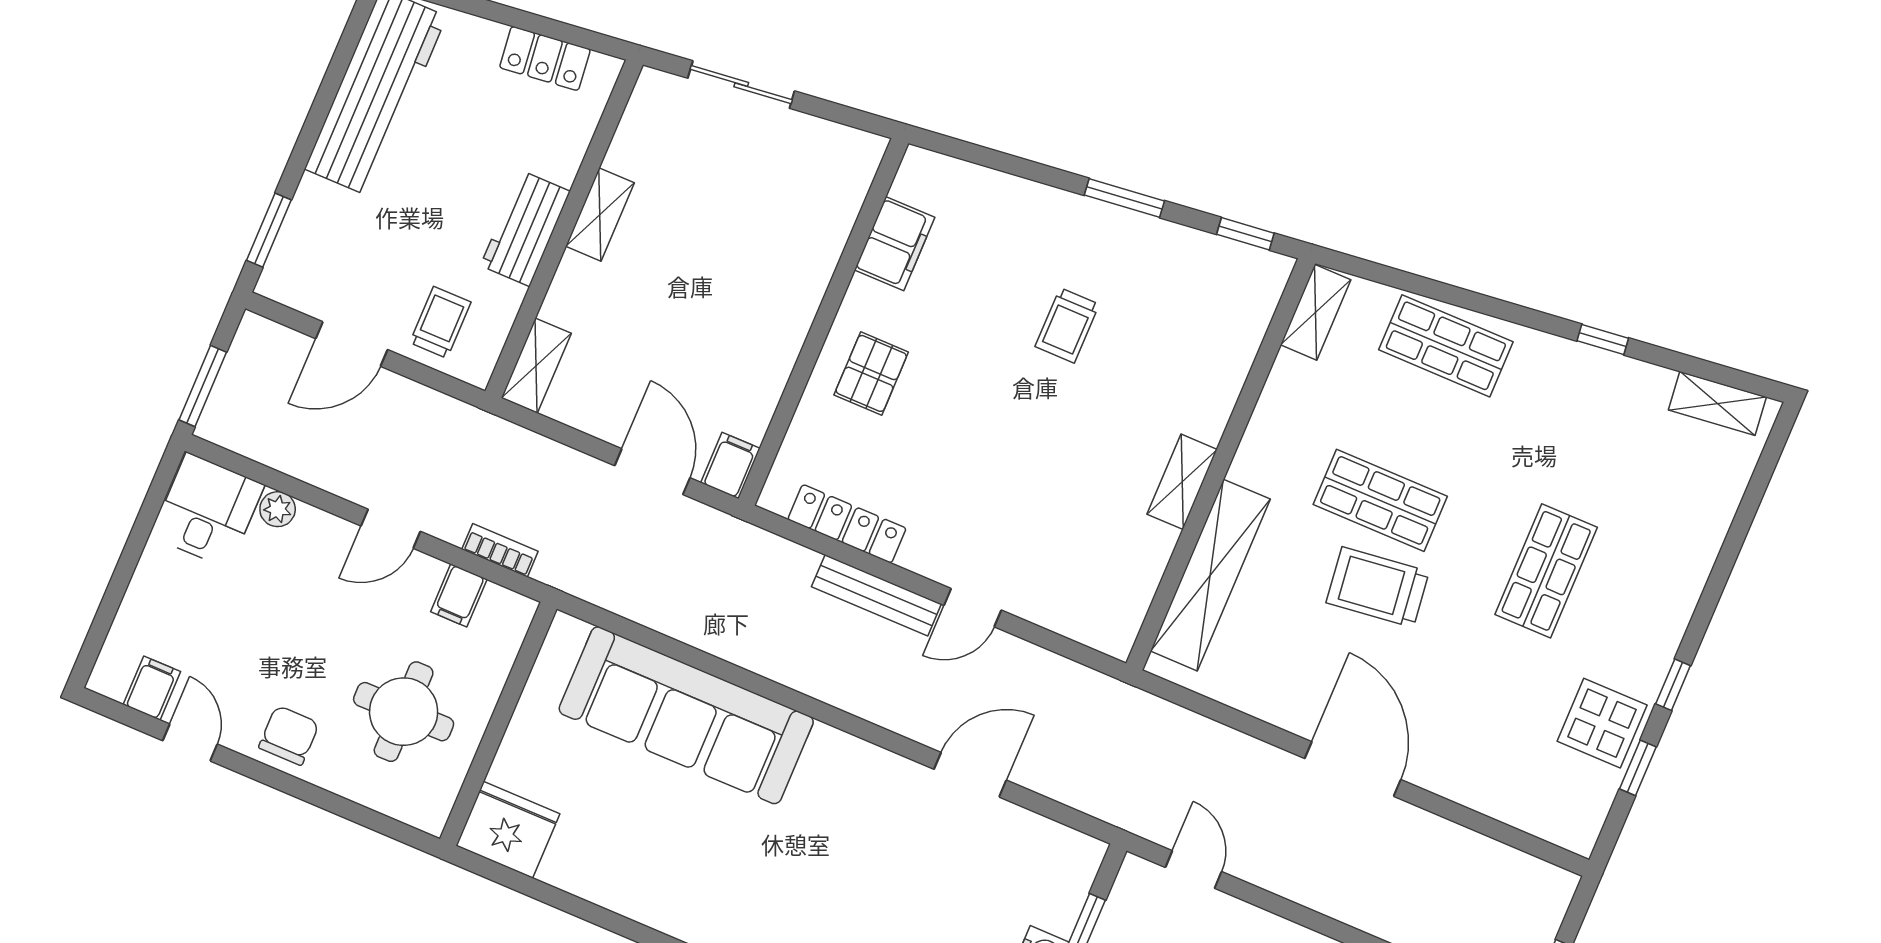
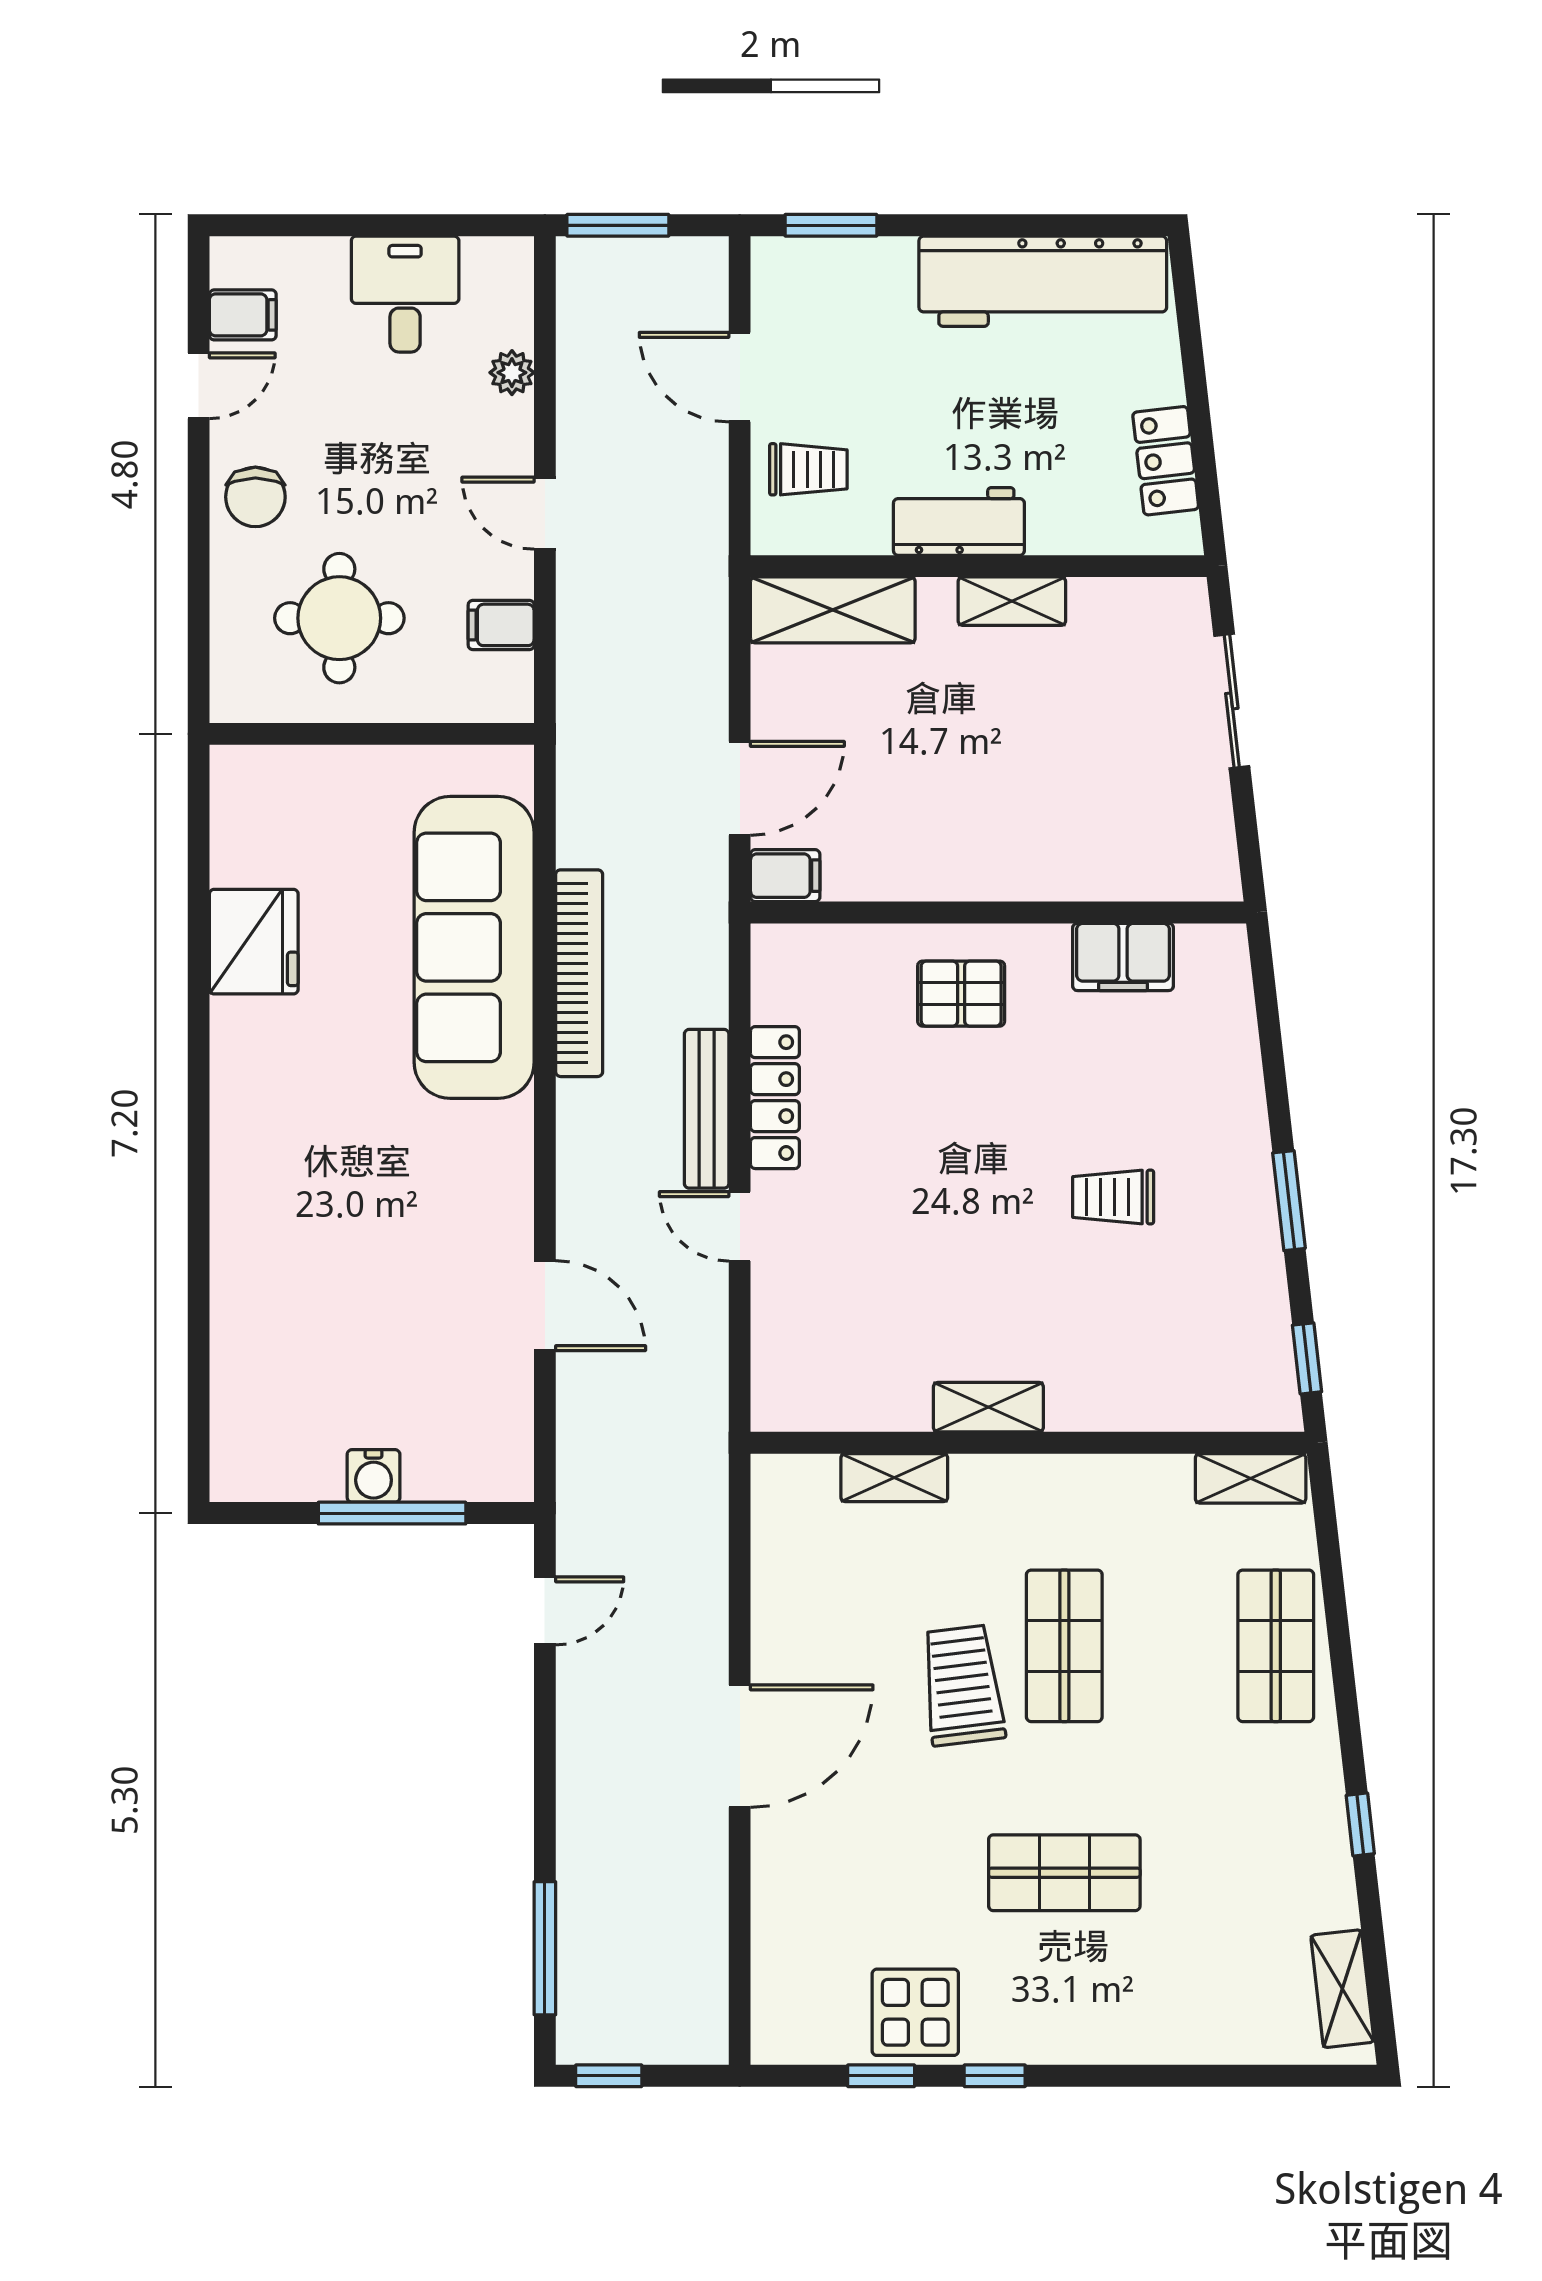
shelving: (536, 366) -> (833, 610), width x1.50, depth x1.33
desk: (208, 510) -> (405, 294), moved, turned -90
locker: (847, 524) -> (775, 1098), moved
bookcase: (500, 550) -> (579, 973), moved, width x2.31, depth x1.31
shelving: (1210, 575) -> (894, 1478), width x0.45, depth x0.75
chair: (289, 735) -> (255, 497), turned 90
fridge: (508, 830) -> (254, 942), moved

